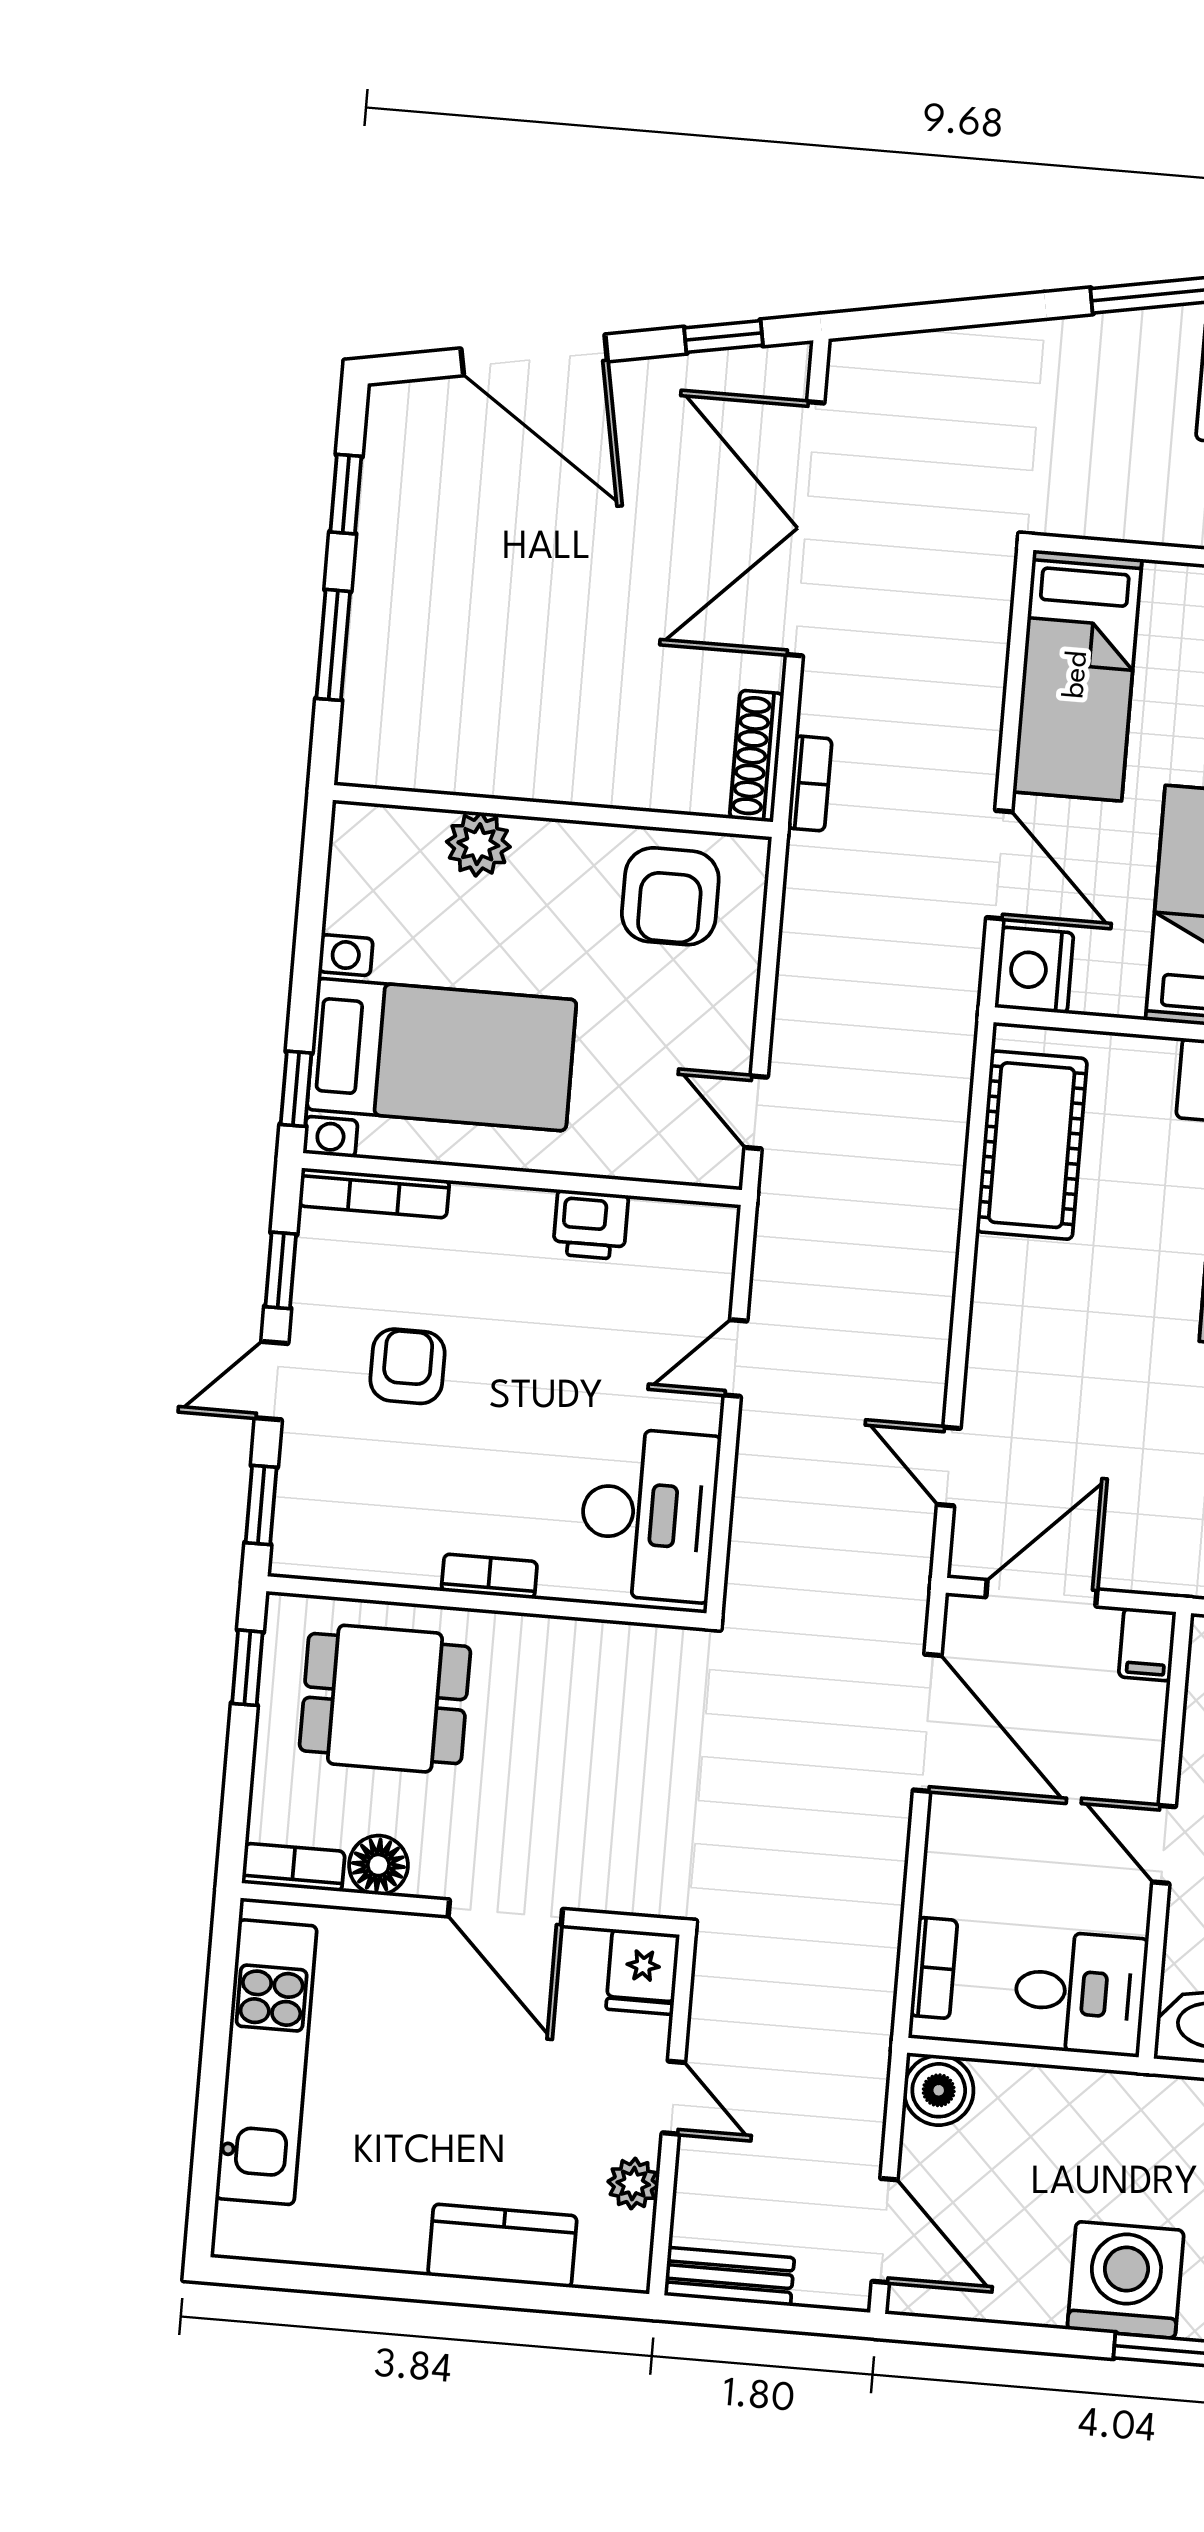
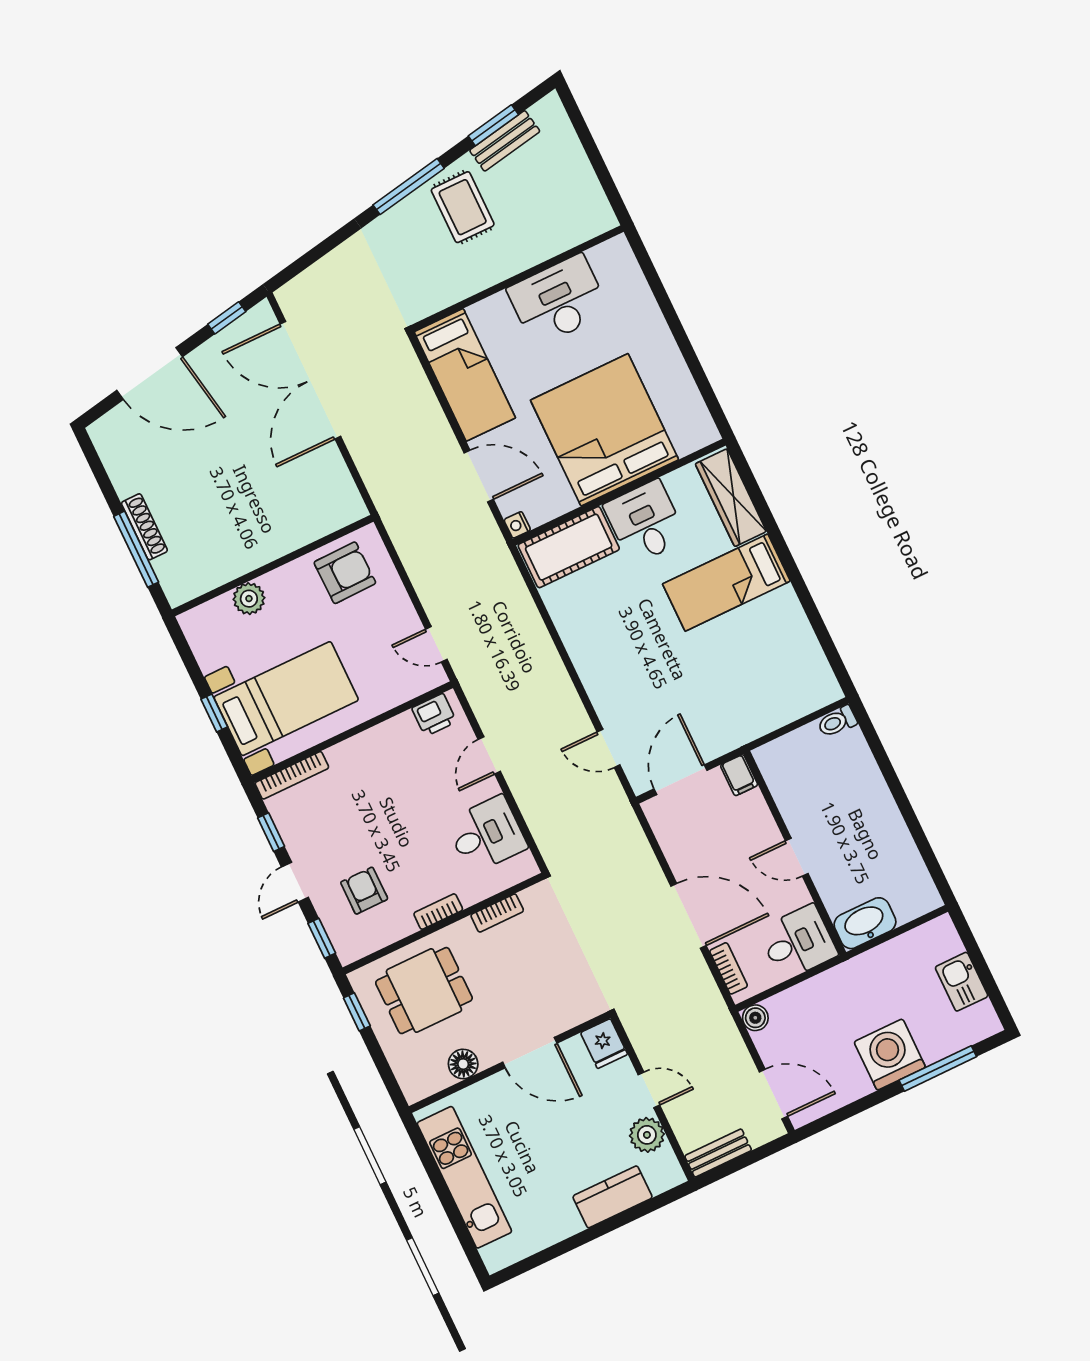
window: (346, 494) -> (104, 481), removed
window: (333, 645) -> (136, 549), width x1.44
shoe rack: (757, 756) -> (144, 527), moved, turned 180
bookcase: (810, 783) -> (377, 489), removed
armchair: (670, 896) -> (345, 573), turned -91
nightstand: (1034, 970) -> (517, 525), width x0.53, depth x0.56
window: (296, 1089) -> (214, 713), moved
cot: (1032, 1145) -> (569, 547), moved, turned 90
printer: (591, 1225) -> (434, 715), moved
armchair: (407, 1366) -> (364, 891), moved
desk: (649, 1515) -> (486, 834), width x0.73
door: (927, 1723) -> (688, 916), moved
bookcase: (293, 1867) -> (497, 913), moved, turned 180
boiler: (939, 2090) -> (755, 1018), width x0.73, depth x0.73
plant: (633, 2184) -> (647, 1135), width x1.38, depth x1.38

